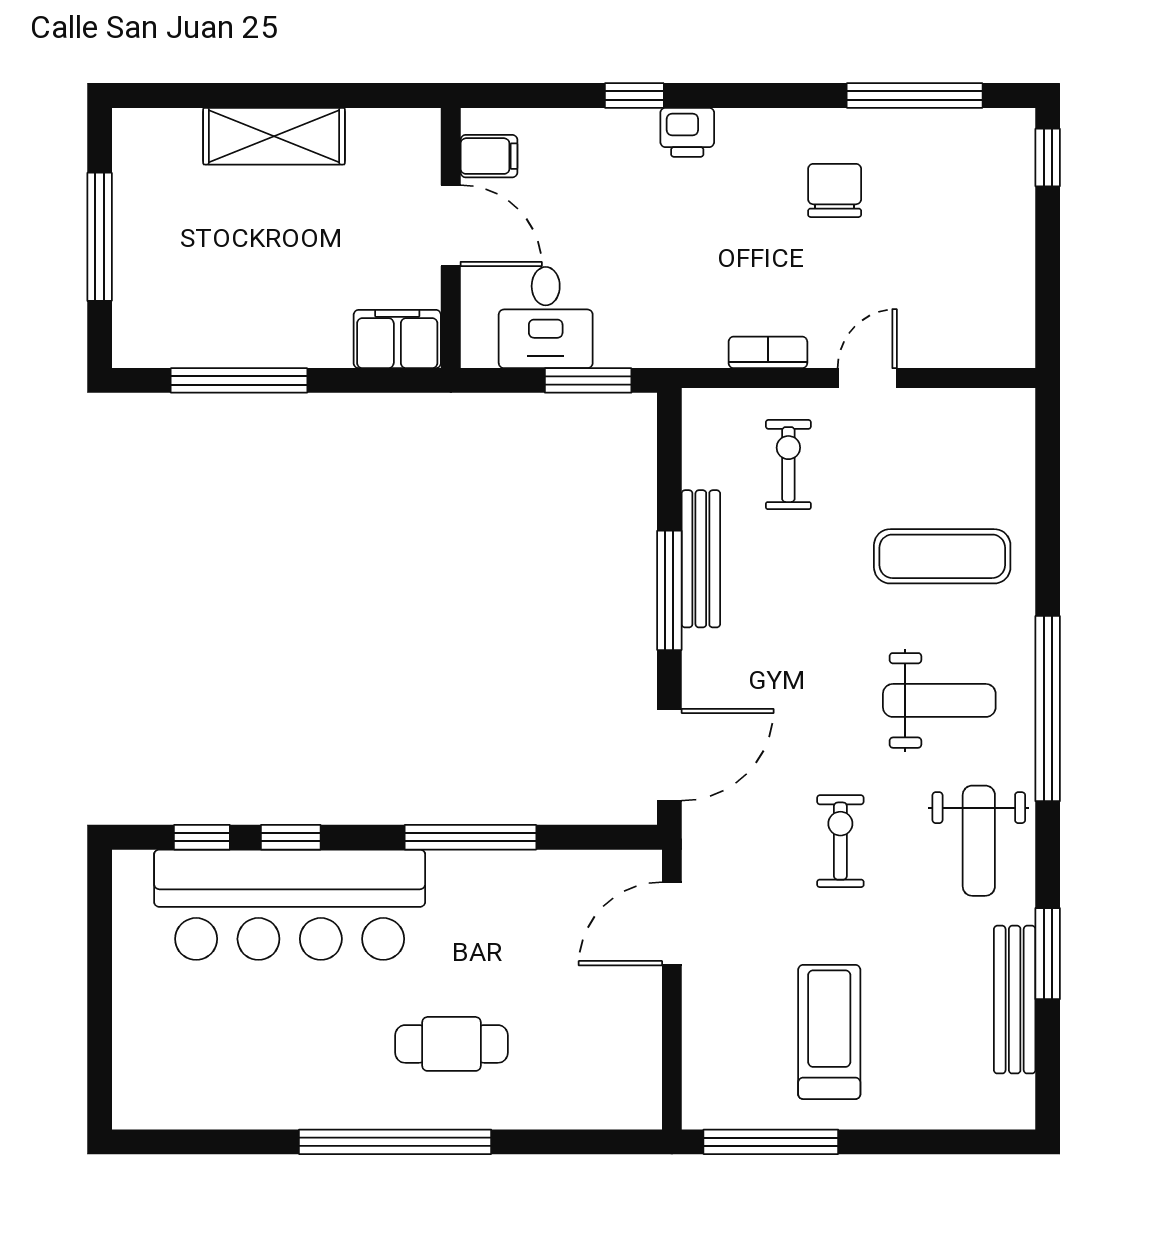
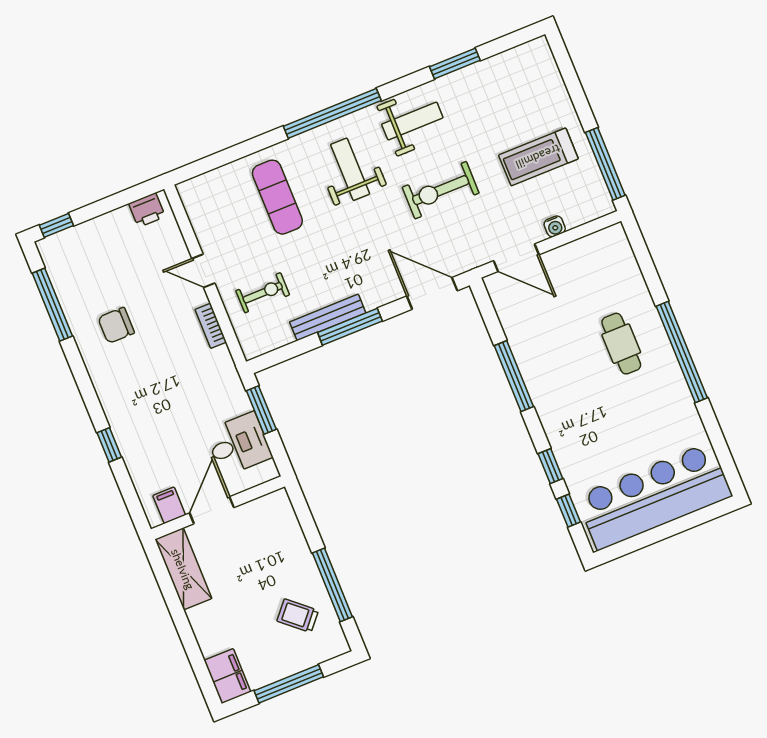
printer: (687, 132) -> (147, 210), moved, turned 90
shelving: (274, 136) -> (183, 569), moved
trolley: (210, 300) -> (298, 616), added
filing cabinet: (397, 339) -> (227, 676), moved, turned 180
exercise bike: (788, 465) -> (263, 293), turned 180
exercise bike: (840, 841) -> (441, 190), width x1.38, depth x1.39
bar counter: (290, 905) -> (654, 496), moved, turned -90
bench: (1015, 1000) -> (485, 71), removed
water cooler: (699, 1011) -> (555, 226), added

